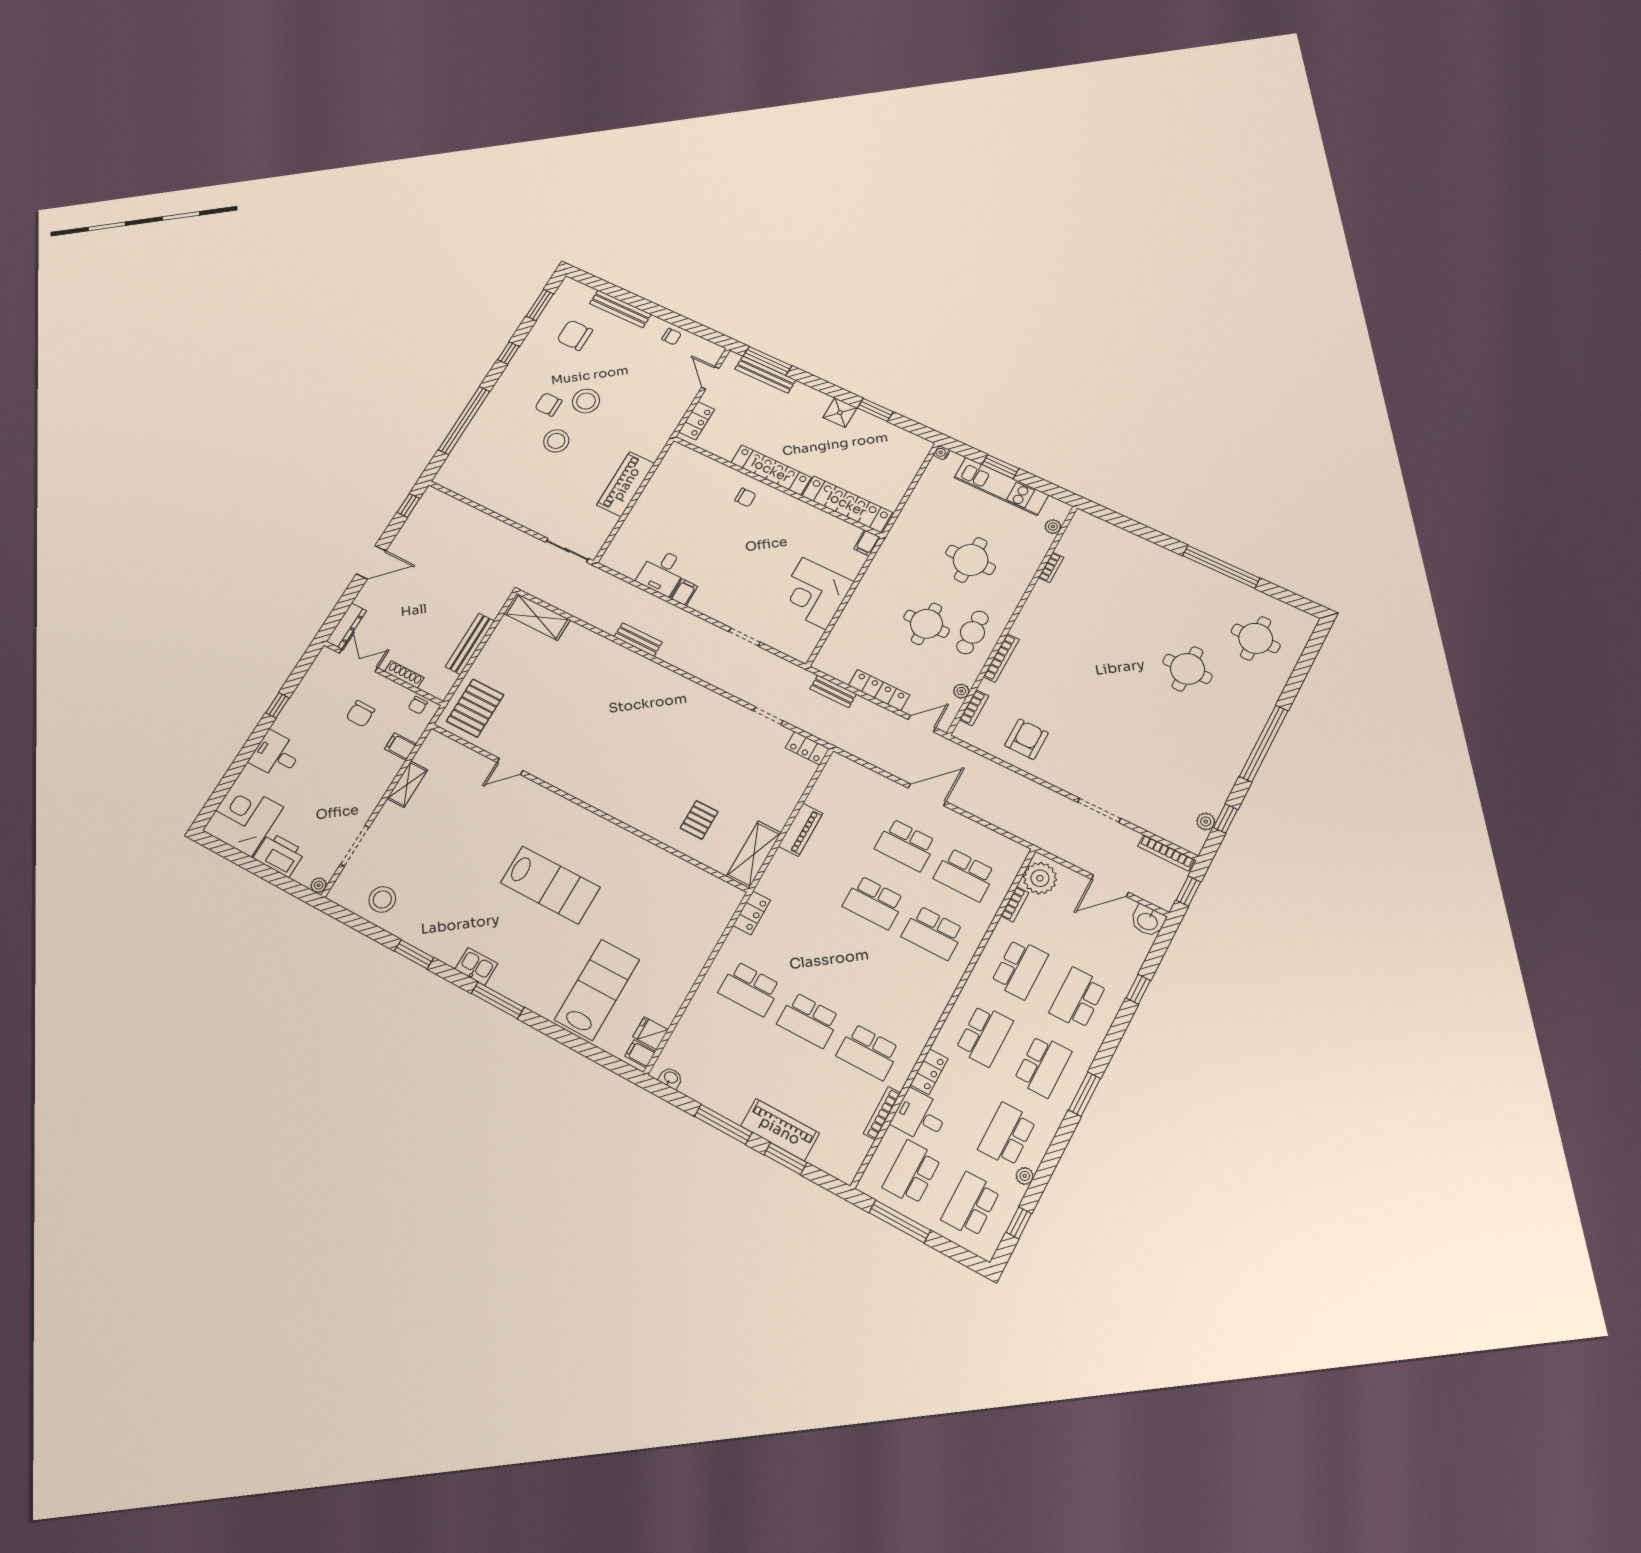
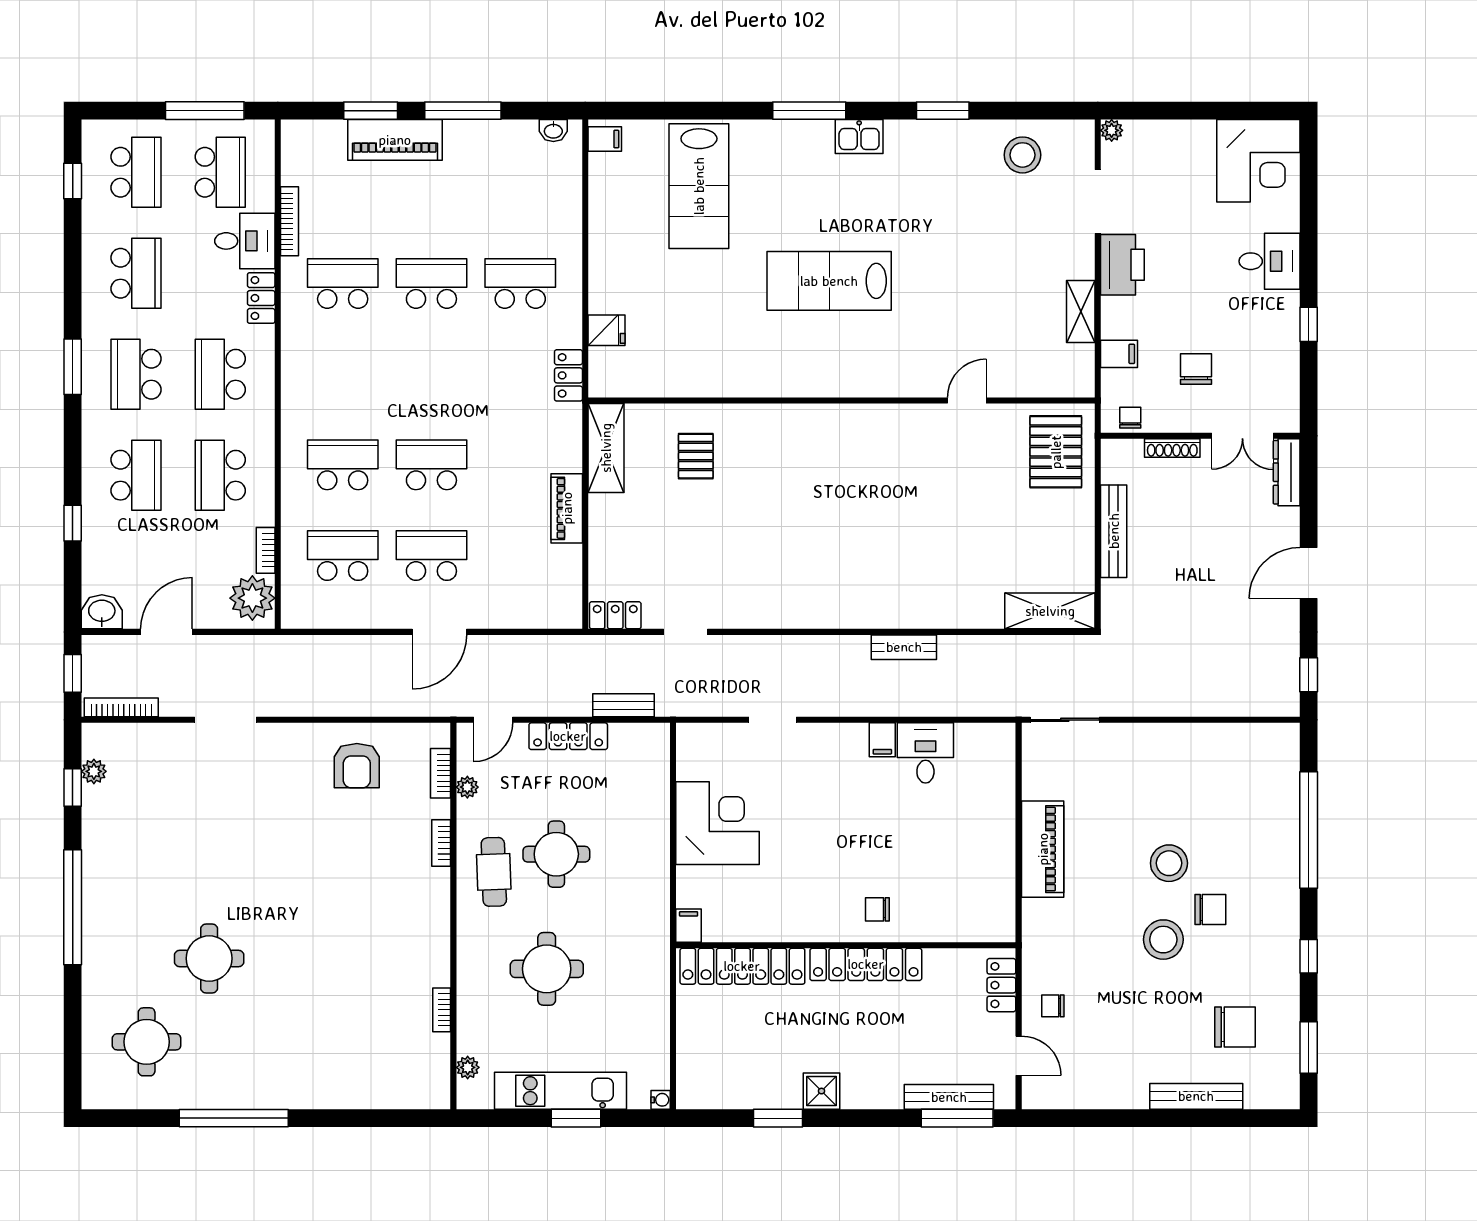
chair: (672, 337) -> (1053, 1006), moved
bookcase: (1001, 658) -> (441, 843), width x0.64
printer: (279, 855) -> (1122, 265), moved, turned -90
fridge: (650, 1033) -> (606, 330), moved
plant: (1025, 1176) -> (93, 237), removed

